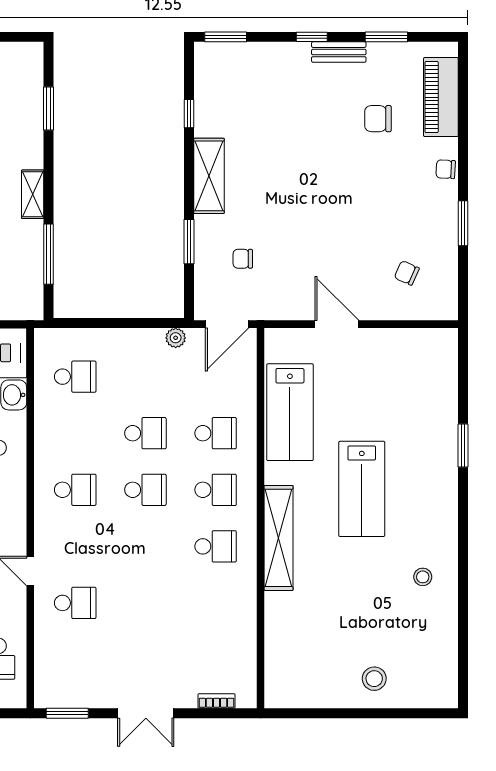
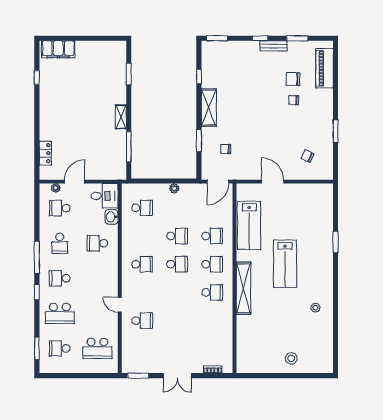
chair: (446, 169) -> (294, 100), moved
plant: (176, 338) -> (174, 188), moved

